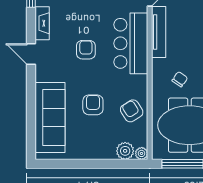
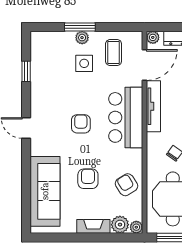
fireplace: (42, 23) -> (93, 226), moved, turned -90

